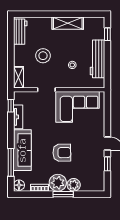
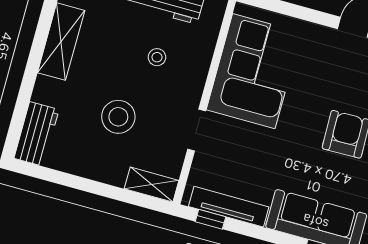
workbench: (20, 32) -> (36, 134), moved, turned 90
tv unit: (18, 117) -> (229, 207), width x1.41

